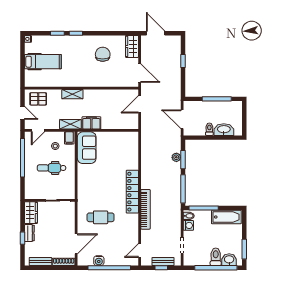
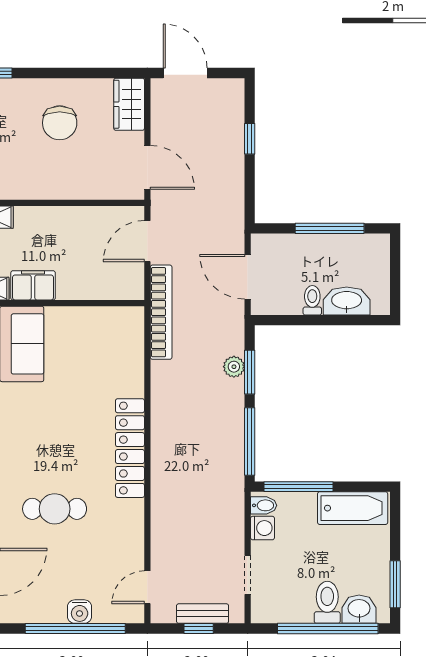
chair: (103, 54) -> (60, 123), turned 180
bookcase: (146, 209) -> (161, 312), moved
water cooler: (99, 261) -> (80, 612), moved

